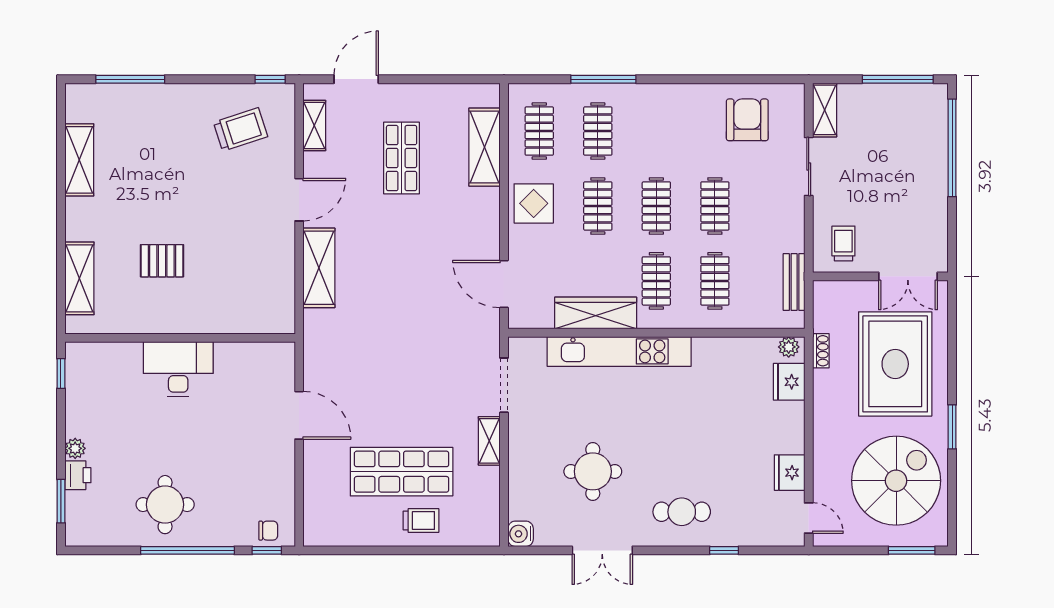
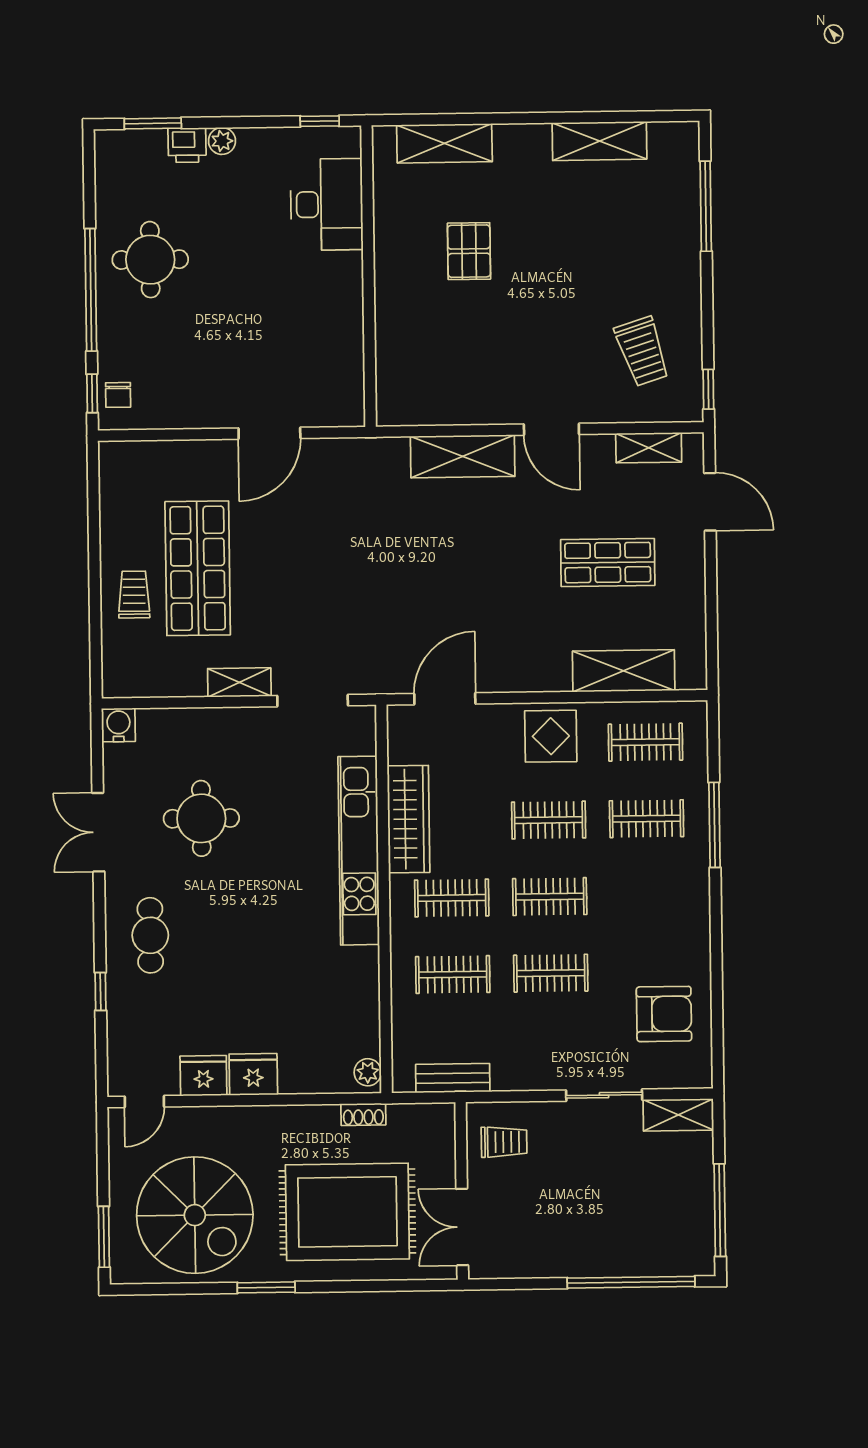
desk: (178, 369) -> (327, 204), moved
fridge: (789, 382) -> (253, 1074), moved
trolley: (421, 520) -> (134, 595), turned 180

